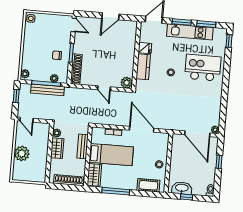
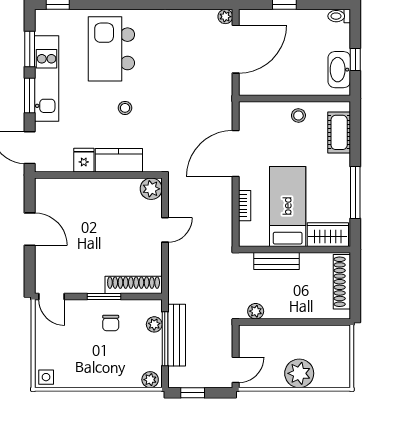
door: (74, 25) -> (52, 297), swing flipped
wardrobe: (57, 148) -> (284, 308), removed

